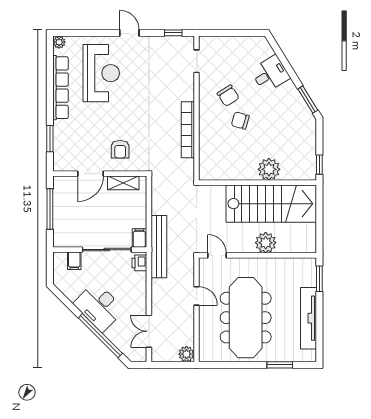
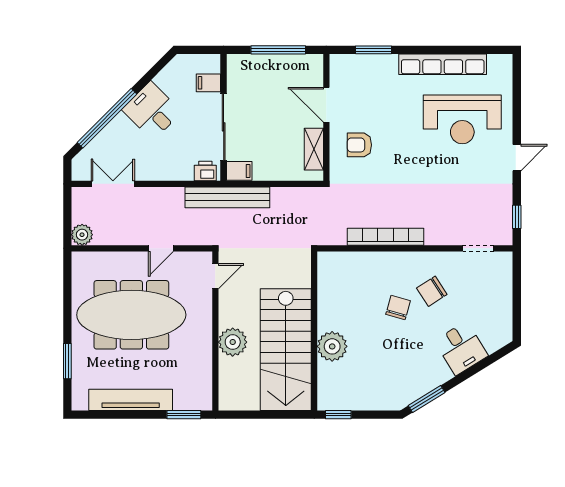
plant: (59, 42) -> (504, 62), removed
desk: (99, 307) -> (152, 111), width x0.73

